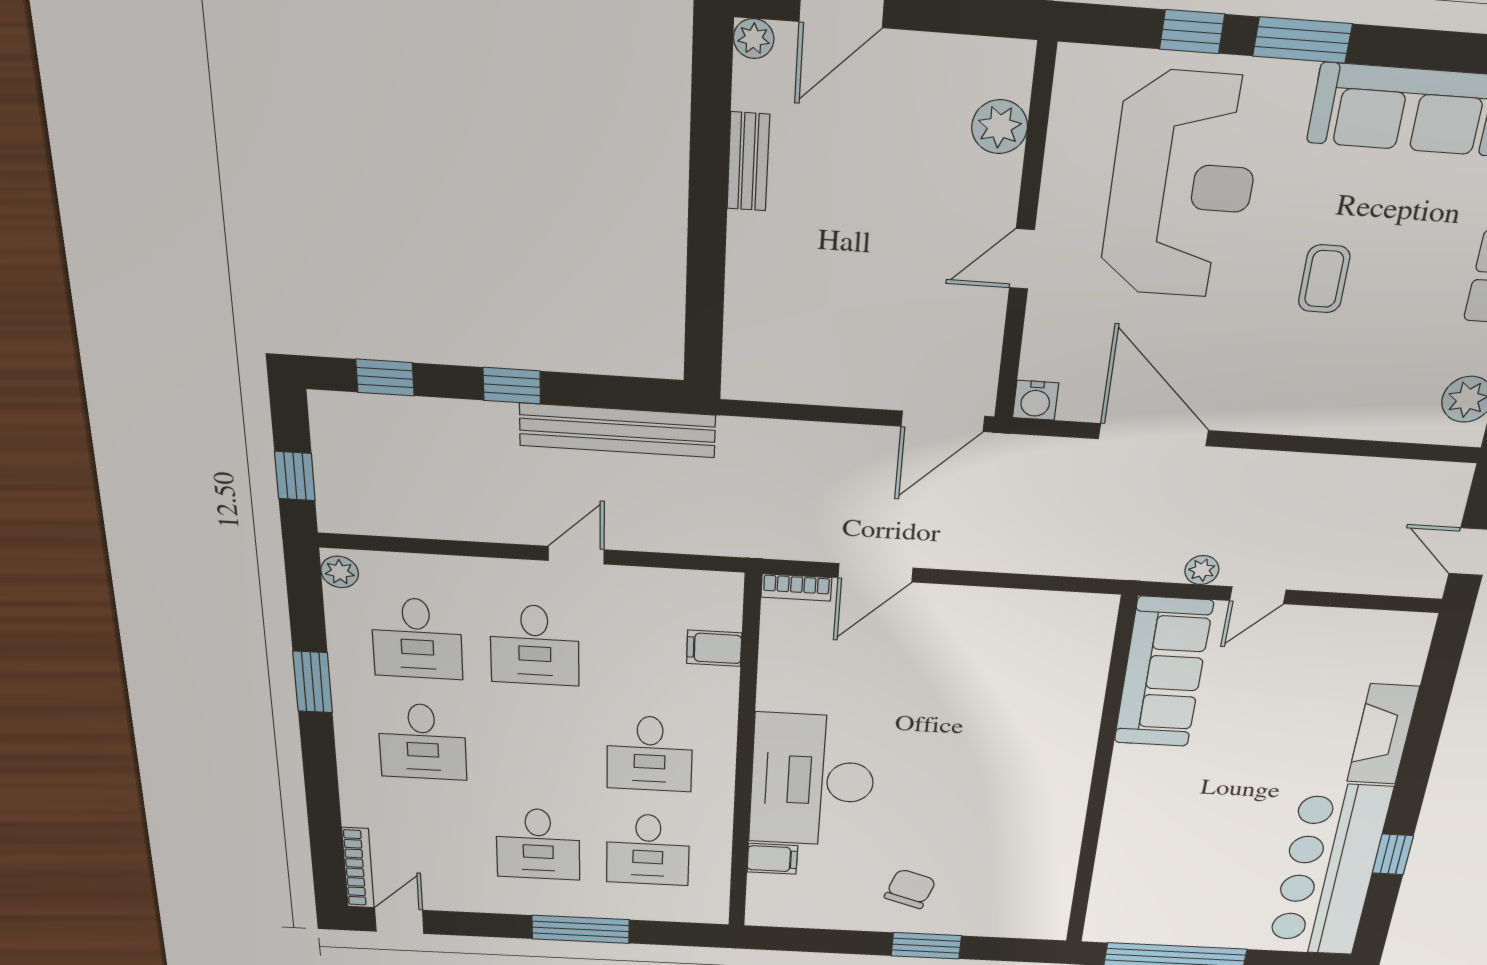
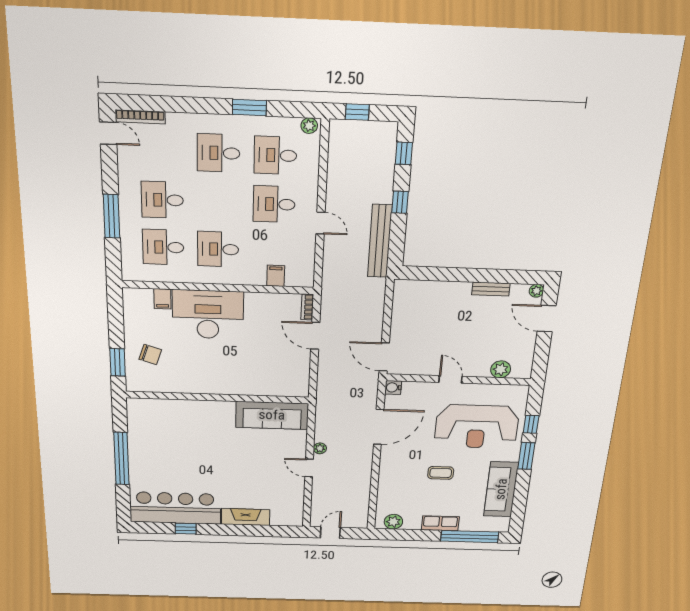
sofa: (1163, 673) -> (272, 415), moved
wall: (1100, 777) -> (218, 397), moved

